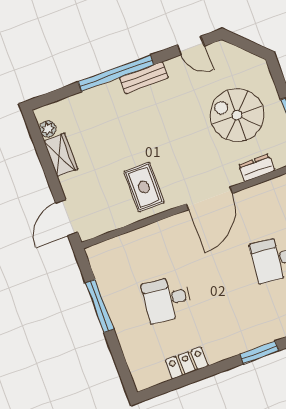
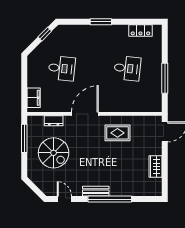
plant: (48, 129) -> (157, 183), removed
rug: (144, 187) -> (117, 133), turned 90
window: (259, 352) -> (101, 22), moved
locker: (187, 363) -> (140, 30), moved

